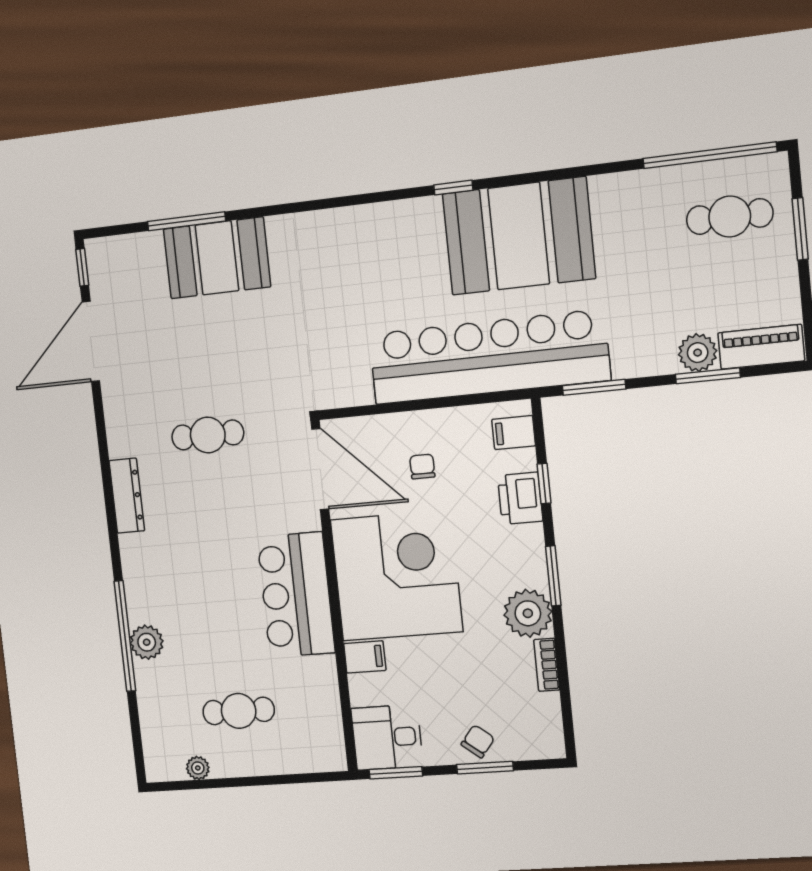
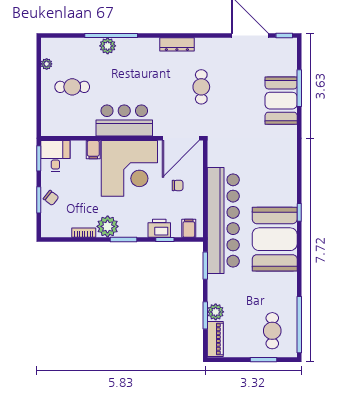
cafe table: (239, 711) -> (72, 87), turned 90

